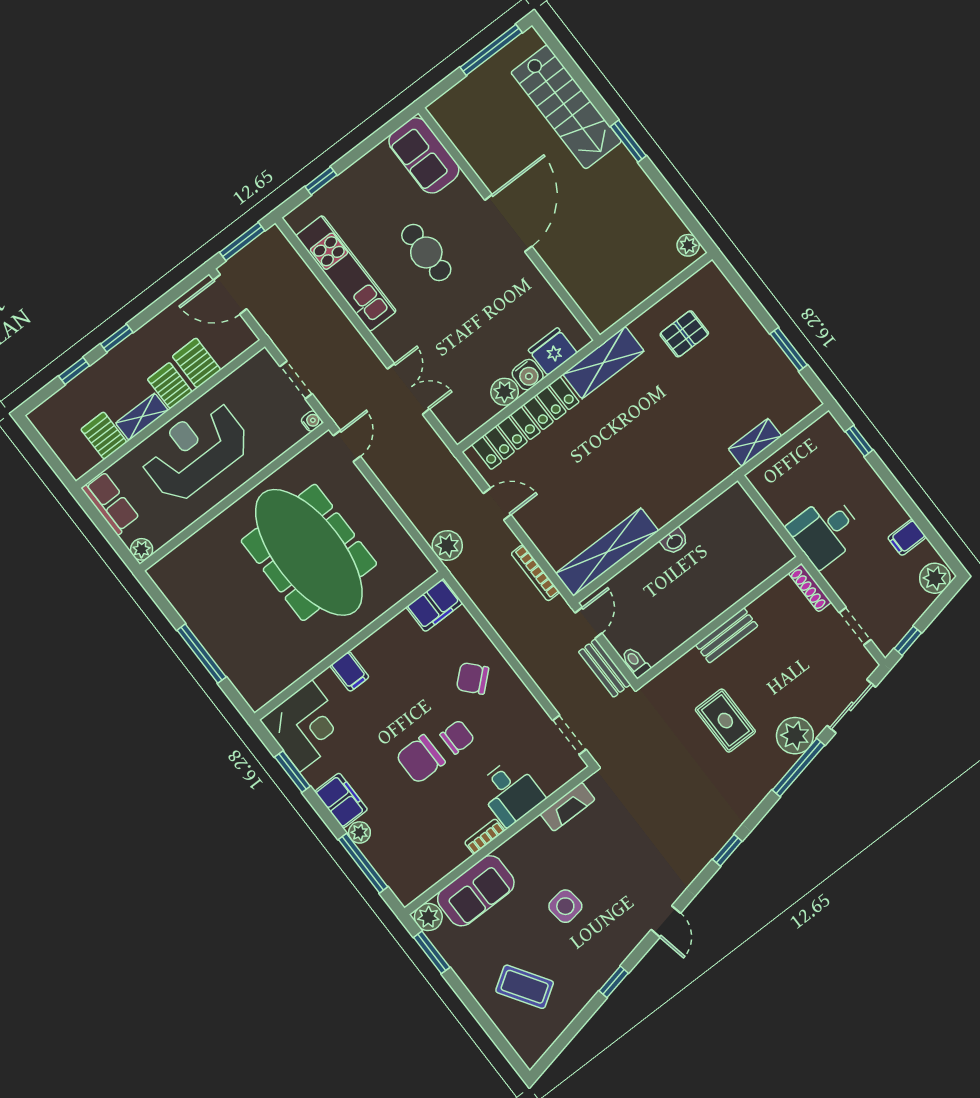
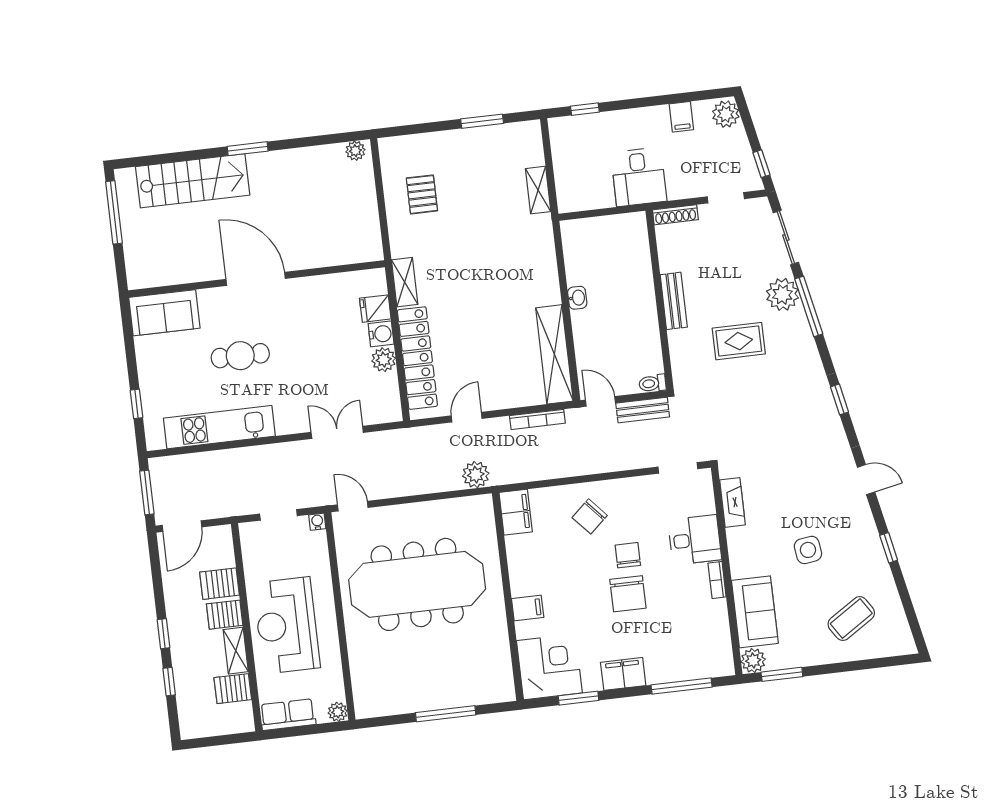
fridge: (553, 351) -> (375, 309), width x0.72
shelving: (603, 363) -> (405, 282), width x0.67, depth x0.75
plant: (359, 832) -> (656, 675), removed

